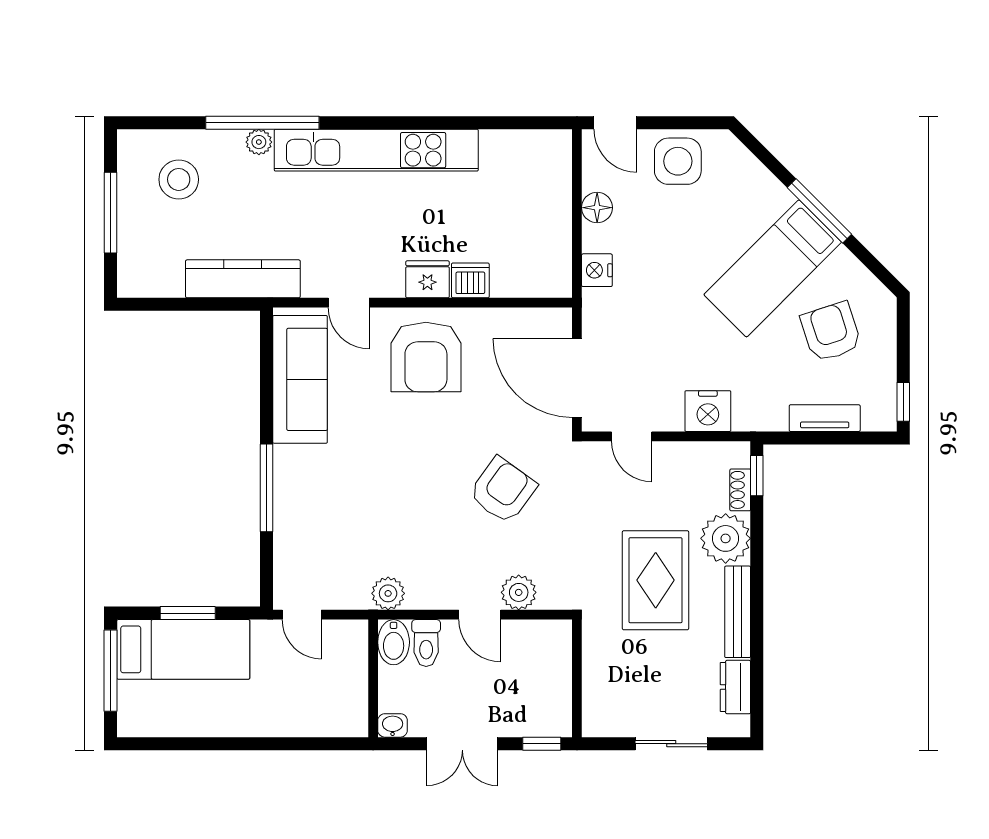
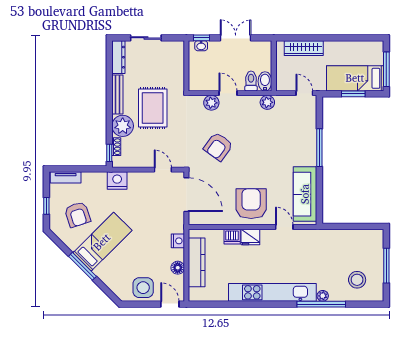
kitchen counter: (243, 279) -> (197, 262), moved, turned -90
window: (903, 402) -> (46, 206), moved
nightstand: (708, 411) -> (117, 180), moved
tv unit: (825, 418) -> (66, 177), moved
dresser: (735, 687) -> (118, 57), width x1.44
wardrobe: (303, 720) -> (304, 48), added
washbasin: (393, 725) -> (201, 46), moved

